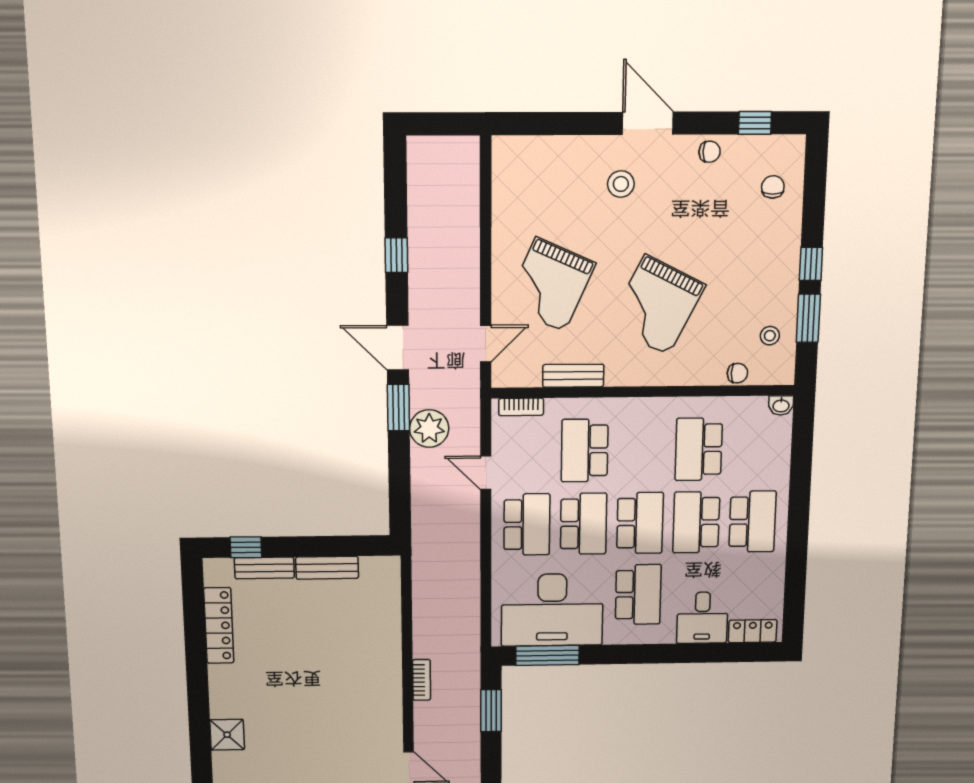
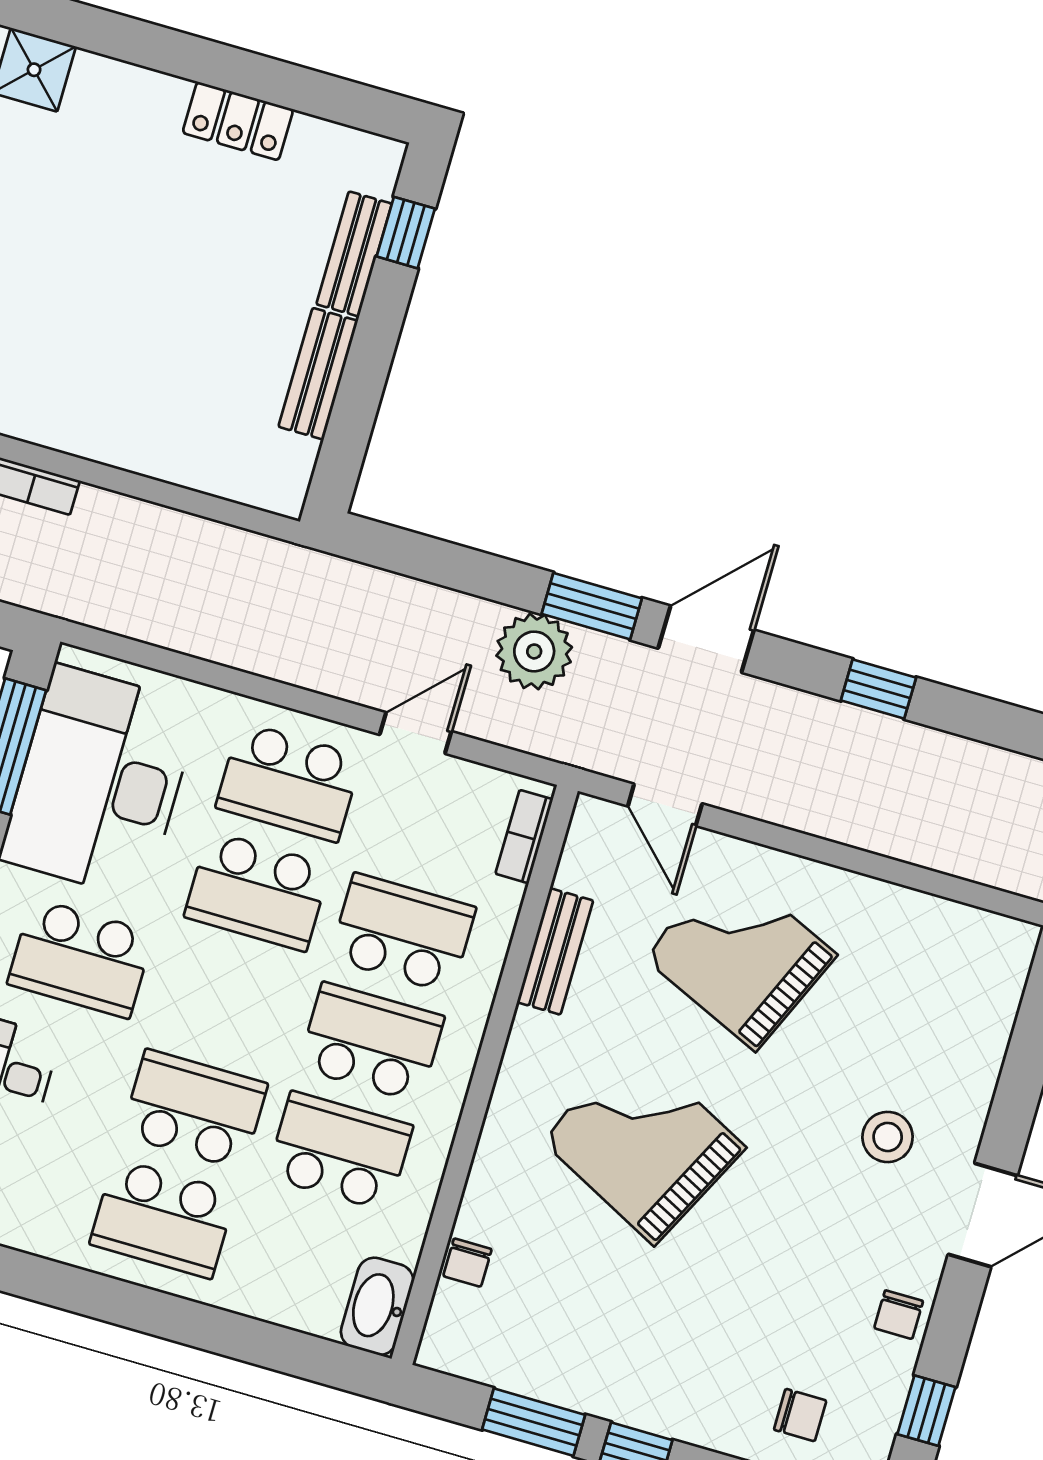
stool: (770, 336) -> (522, 1342), removed
washbasin: (781, 405) -> (377, 1306), width x1.91, depth x1.45
school desk: (640, 523) -> (371, 1042), moved, turned 180
locker: (219, 625) -> (238, 121), width x0.66

